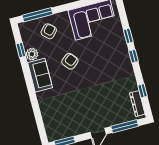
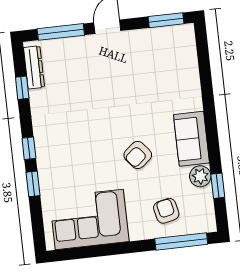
armchair: (49, 31) -> (166, 211), turned 125

